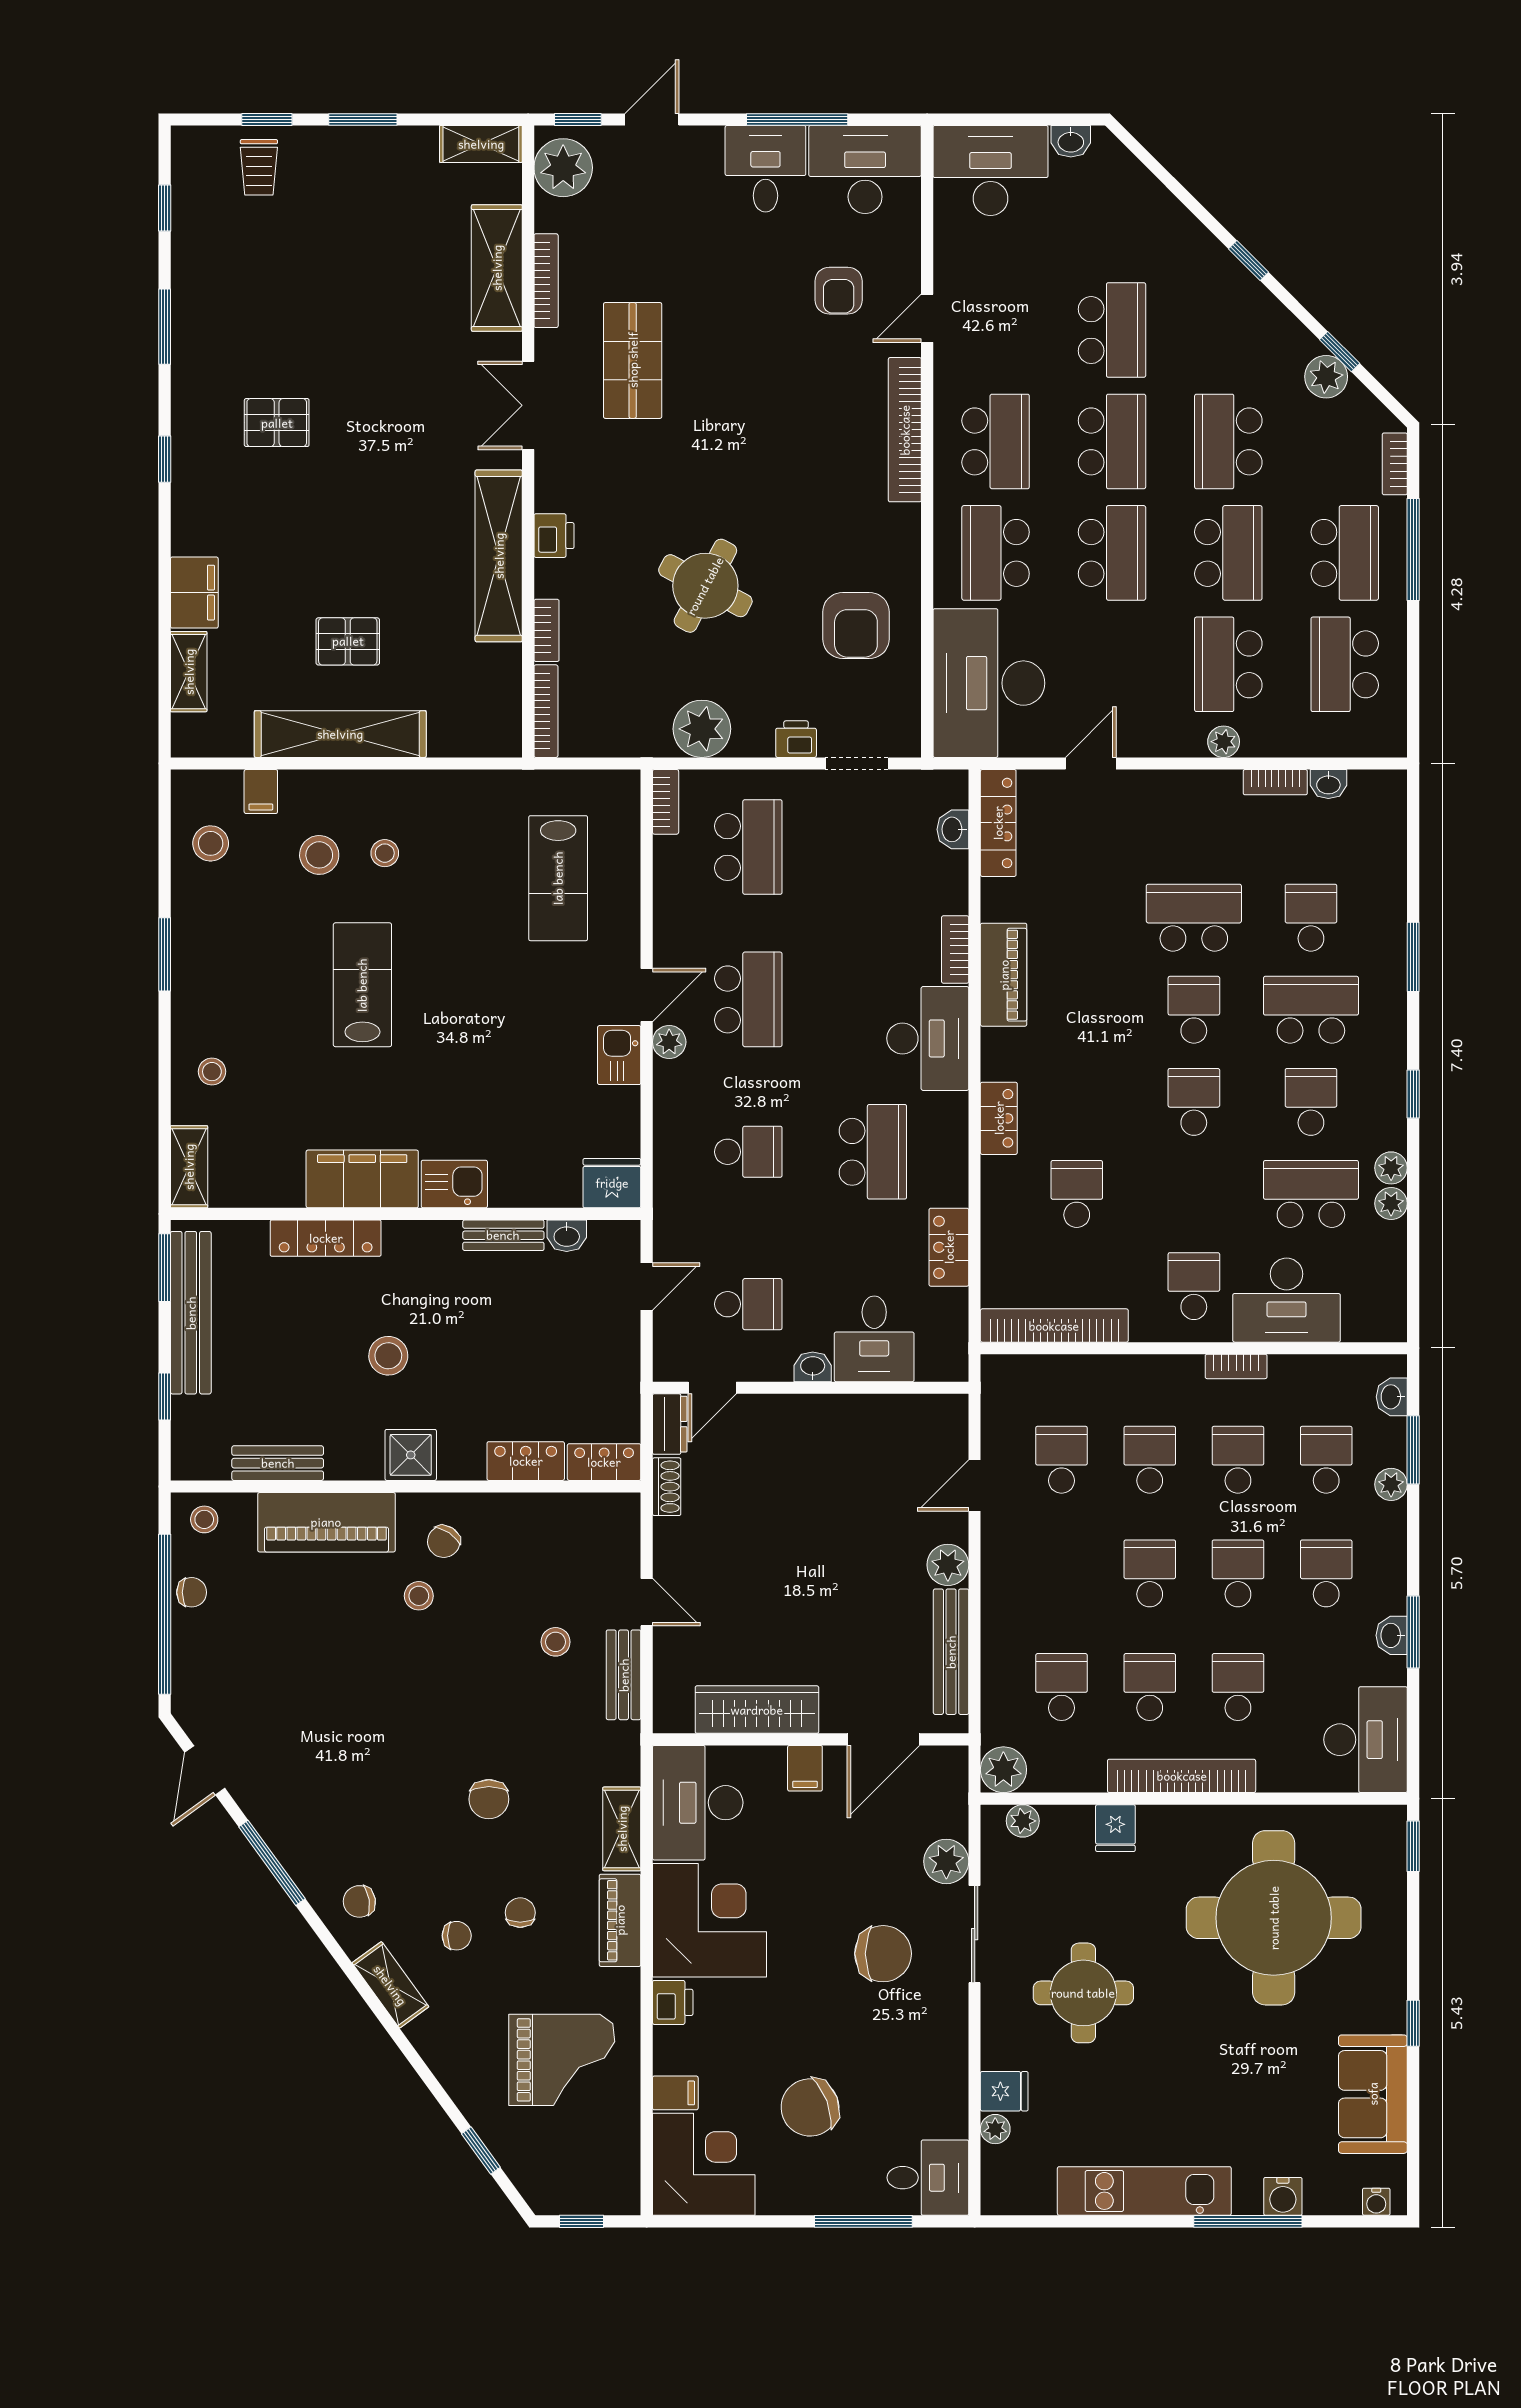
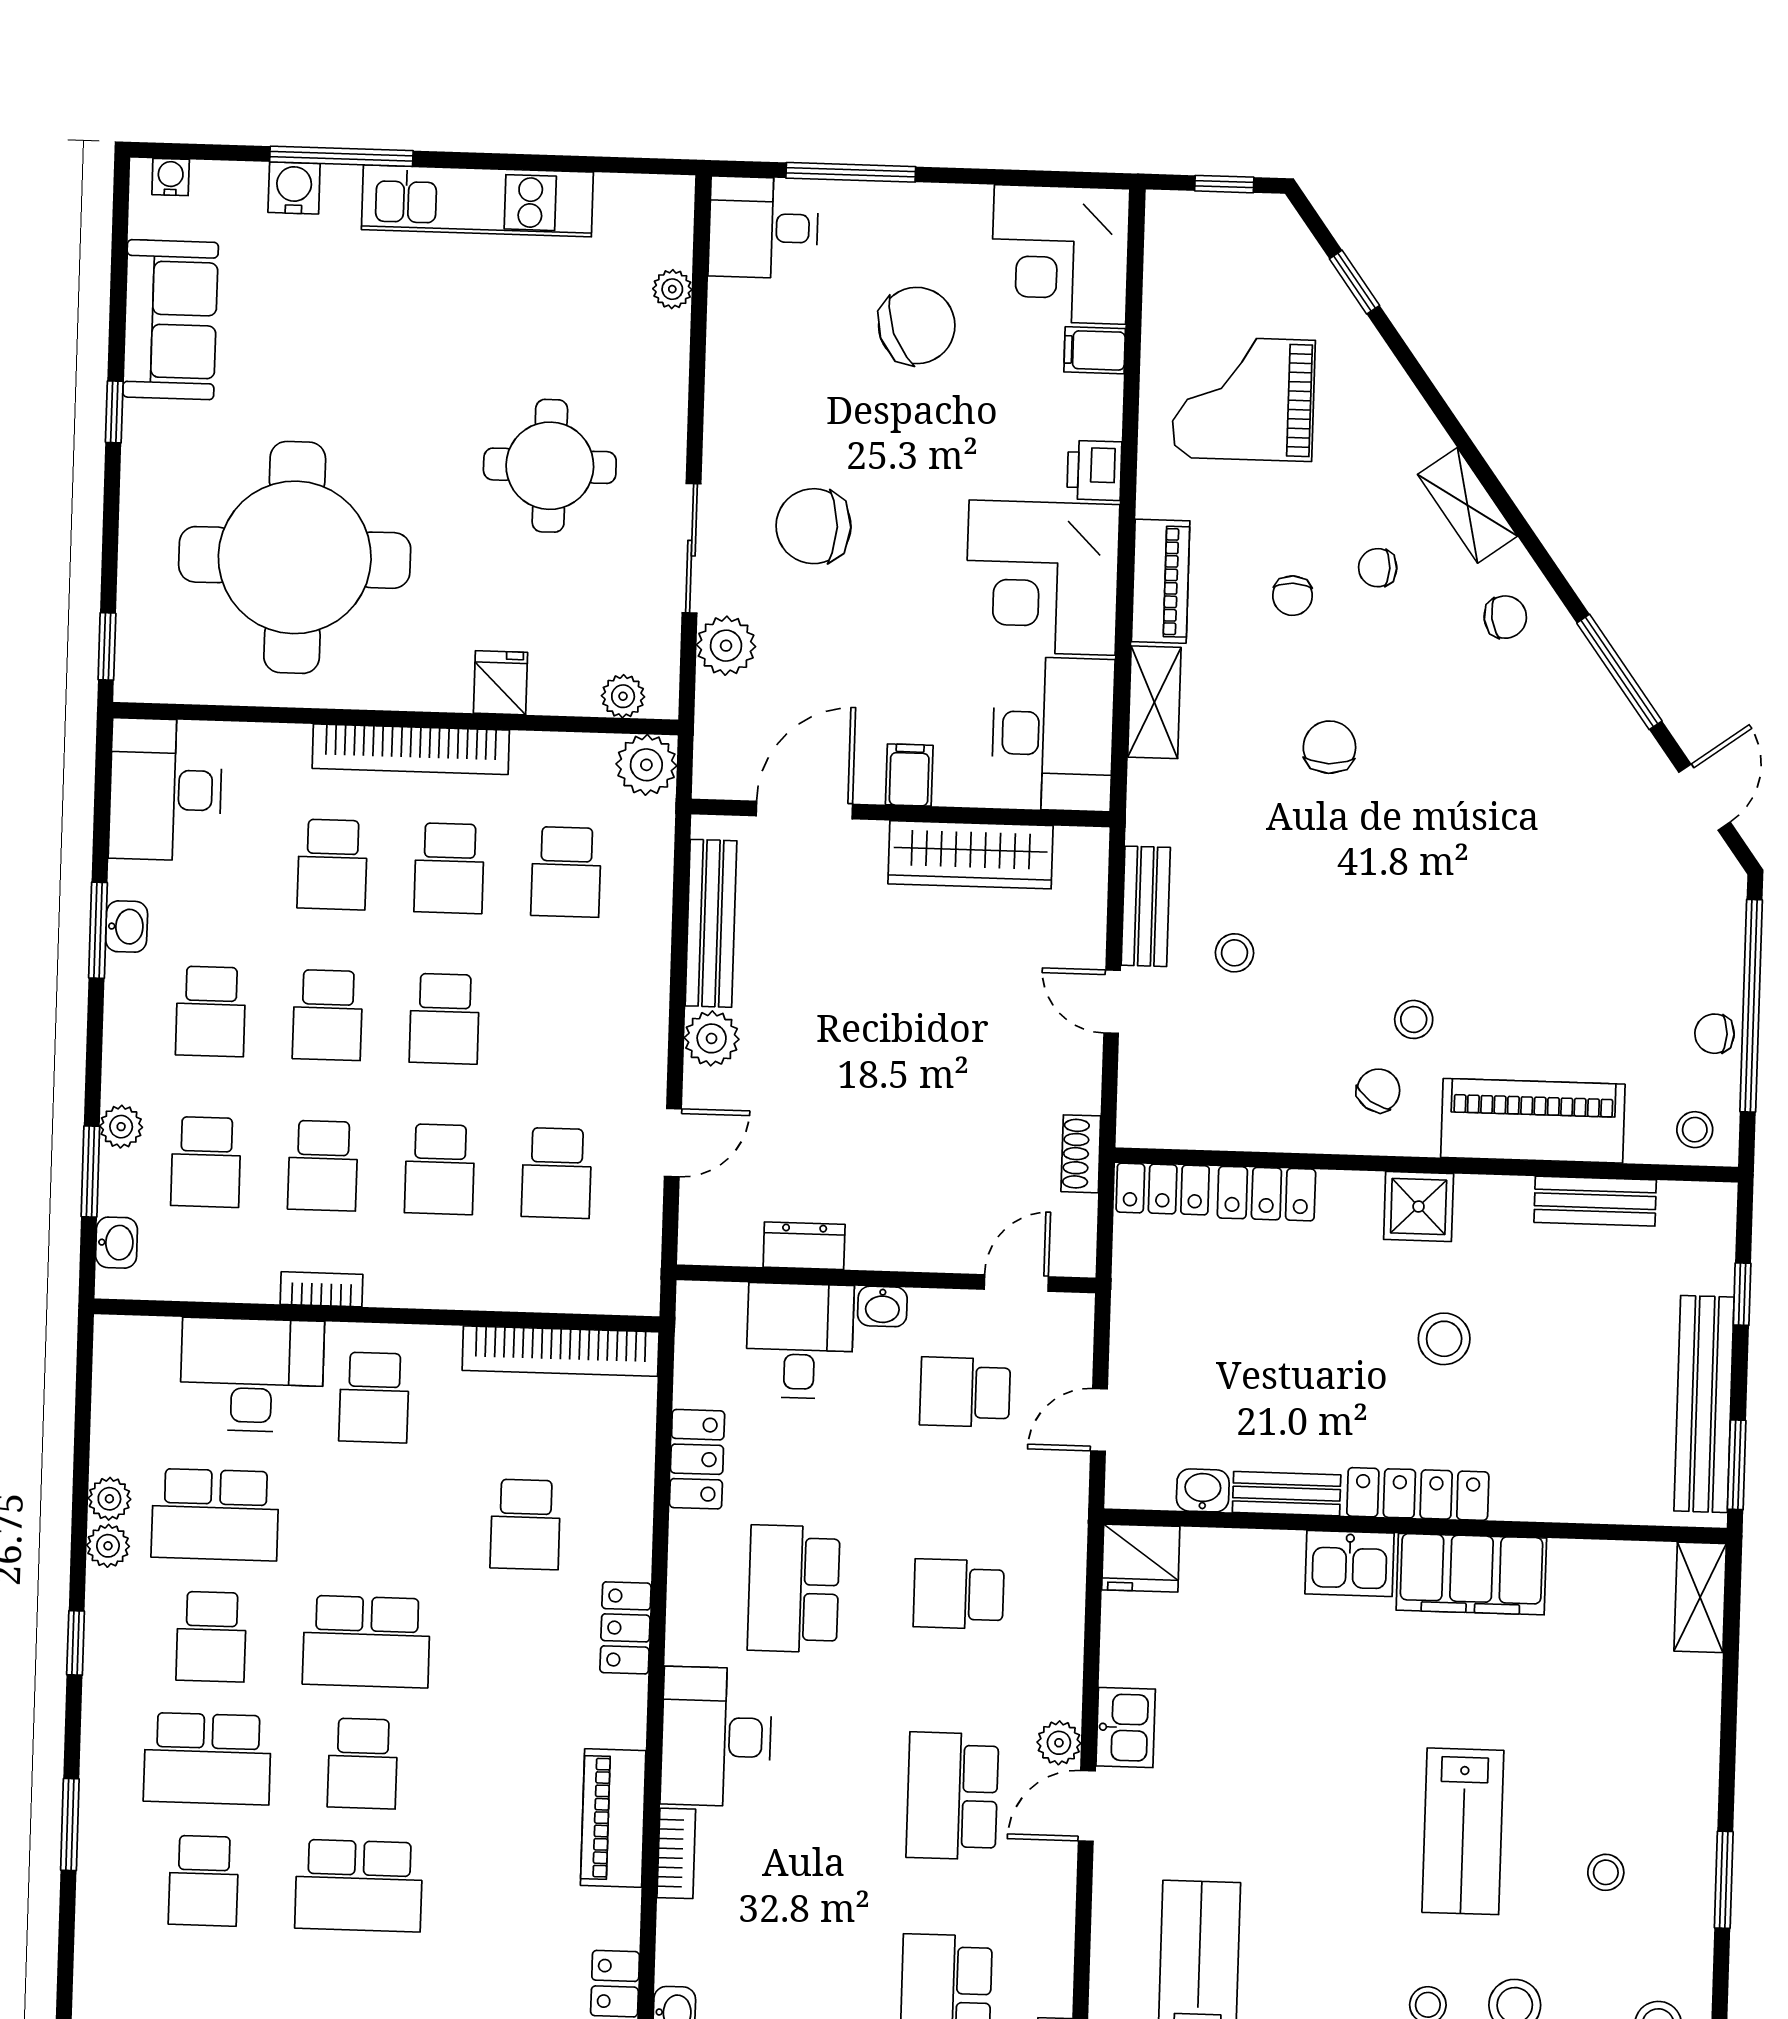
stool: (212, 1072) -> (1606, 1872), moved
school desk: (1194, 1102) -> (366, 1642), width x1.85
locker: (326, 1238) -> (1418, 1494), moved
dresser: (670, 1424) -> (804, 1246), moved, turned 90
fridge: (1004, 2091) -> (659, 339), removed

